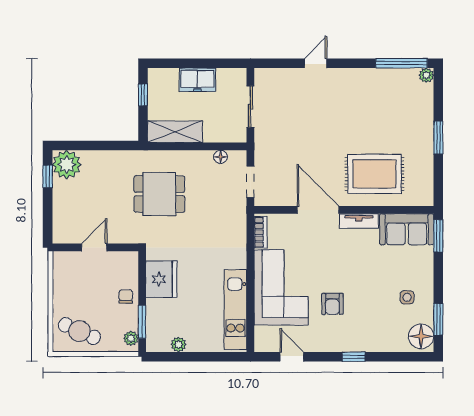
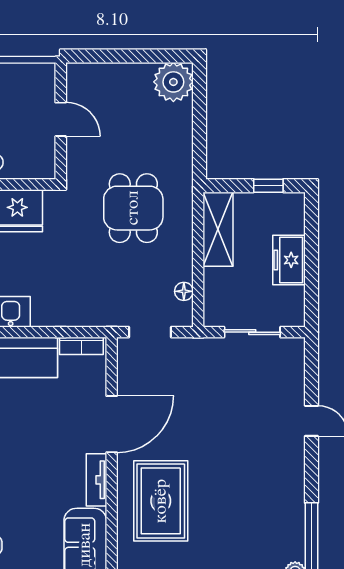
window: (48, 176) -> (157, 56), removed

